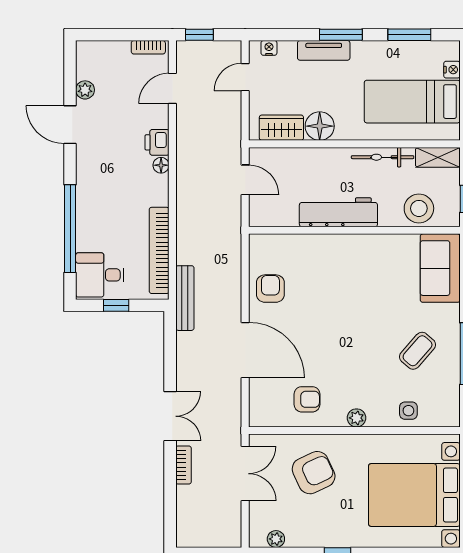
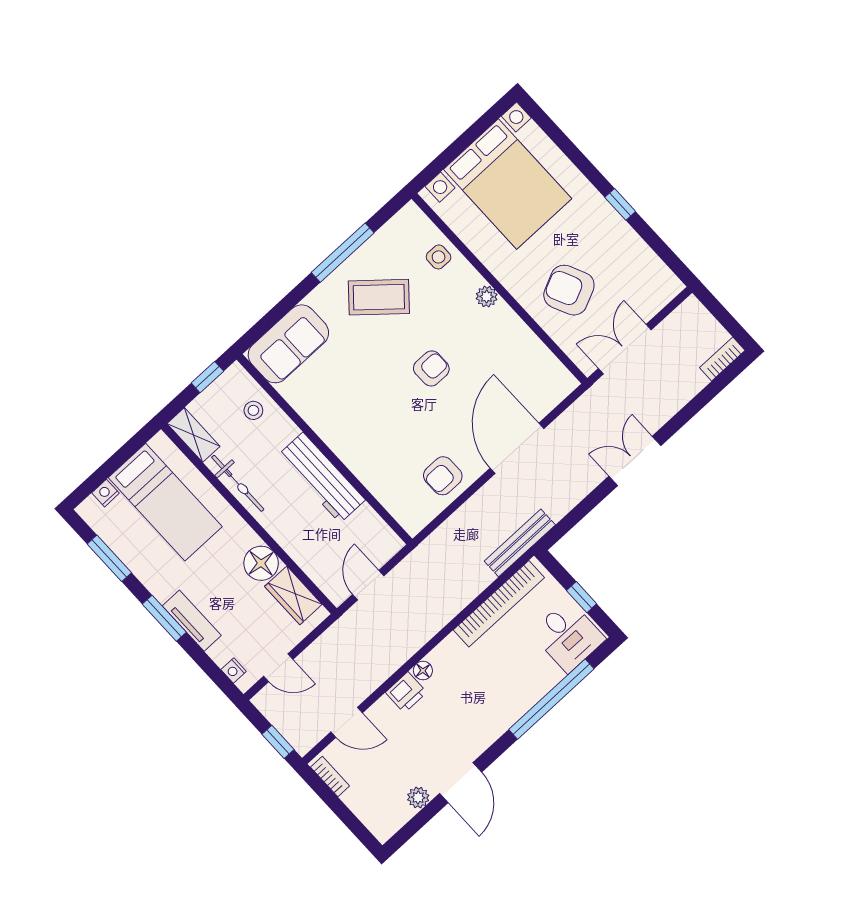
stool: (419, 208) -> (253, 410), width x0.53, depth x0.53
coffee table: (418, 351) -> (379, 297), width x1.36, depth x1.30
armchair: (307, 399) -> (431, 368), moved, turned 90
bookcase: (183, 465) -> (722, 359), moved
plant: (276, 539) -> (657, 270), removed

